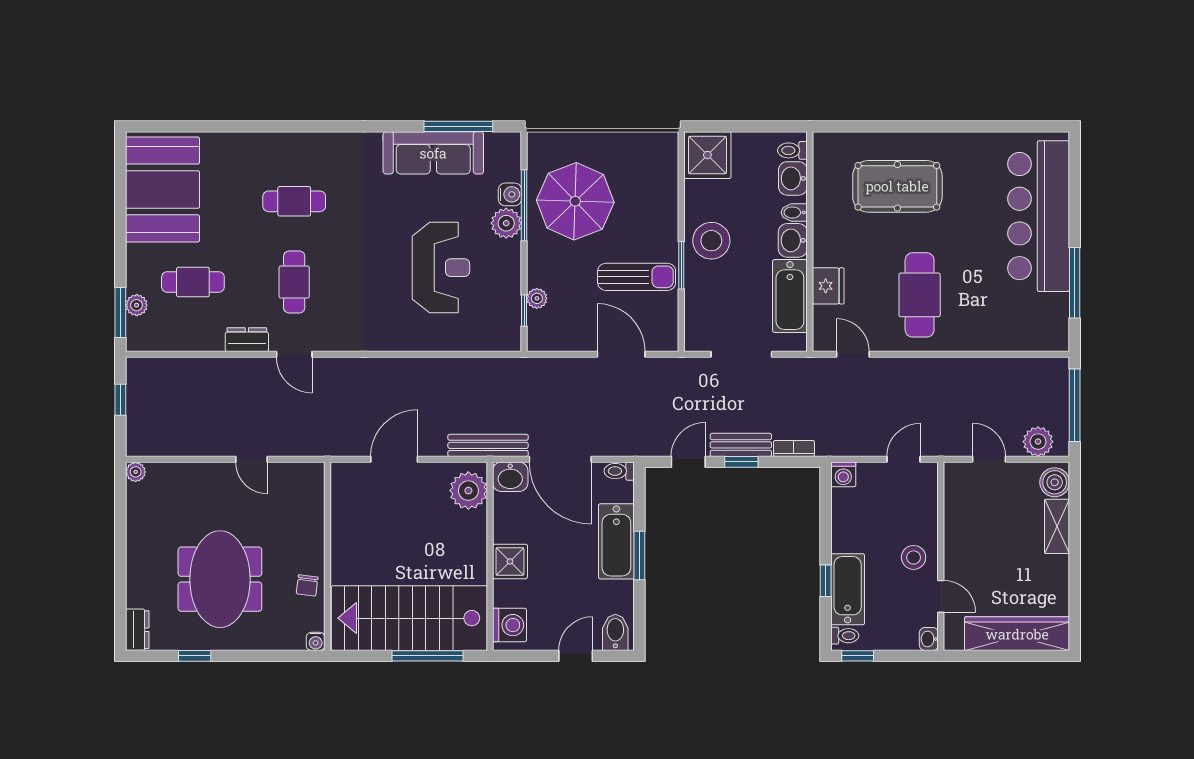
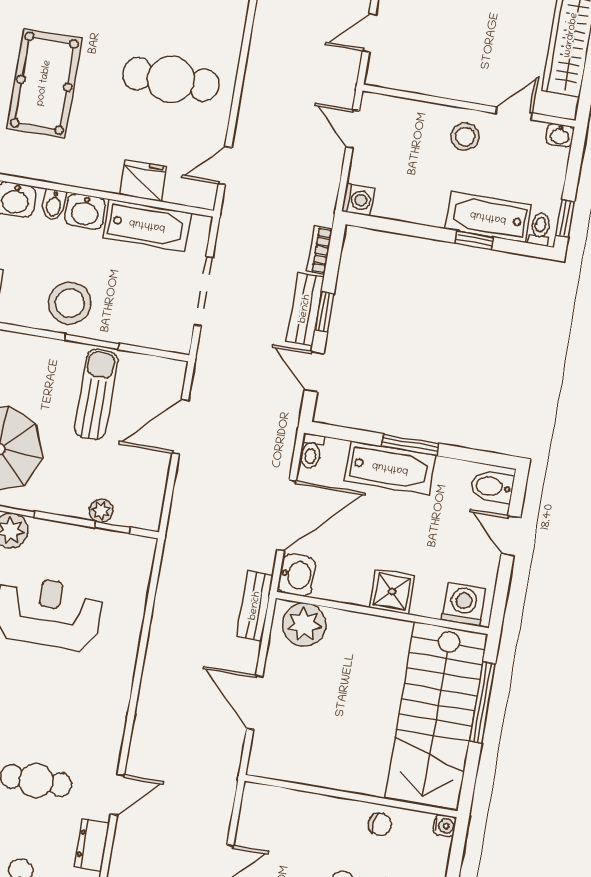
bench: (488, 445) -> (255, 606), width x0.73

